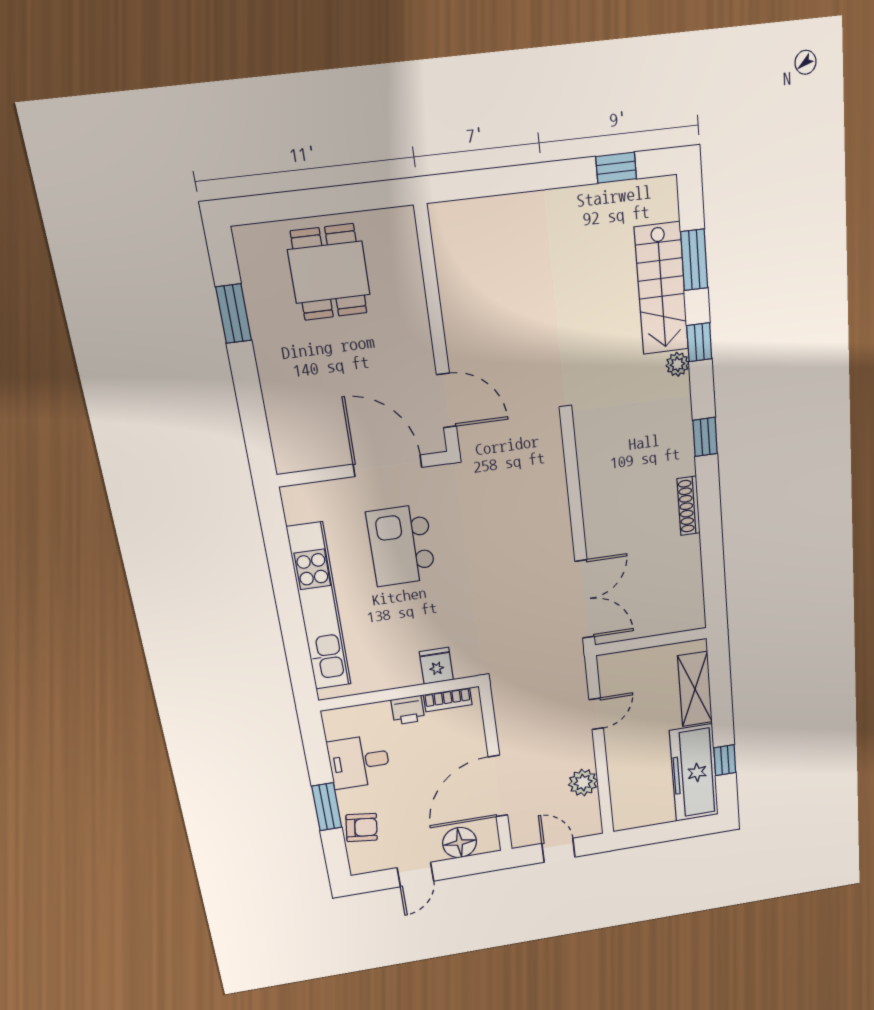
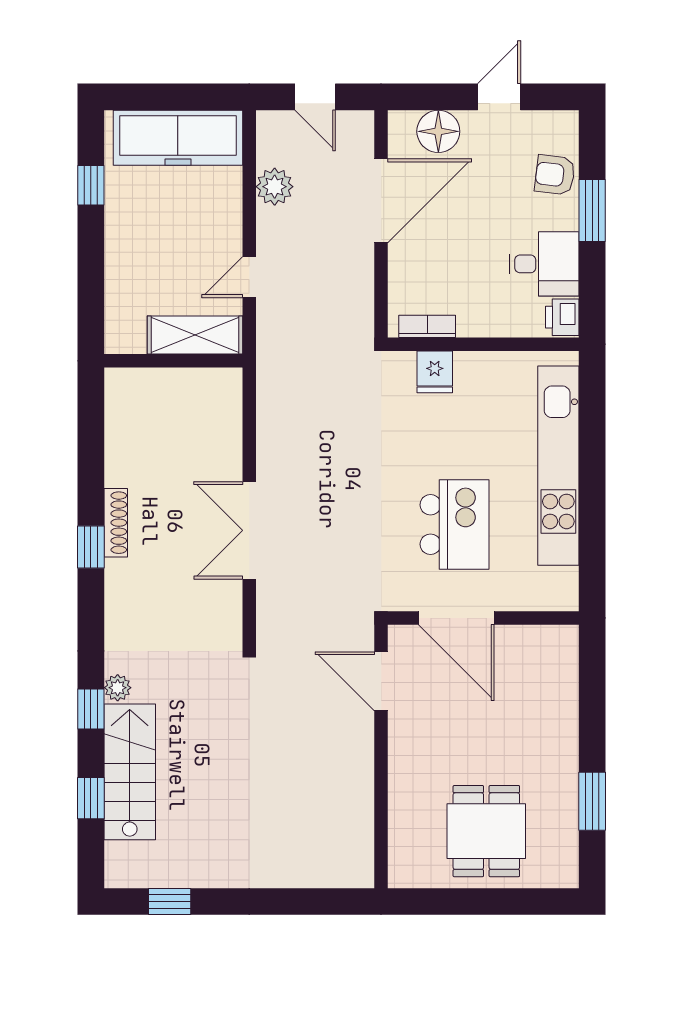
window: (694, 260) -> (91, 798), width x0.67
window: (705, 437) -> (91, 547), moved
double door: (585, 599) -> (249, 530), moved
shelving: (695, 689) -> (195, 335), moved, turned 90
printer: (408, 710) -> (562, 317), moved, turned -90
freezer: (694, 773) -> (178, 138), moved, turned 90

